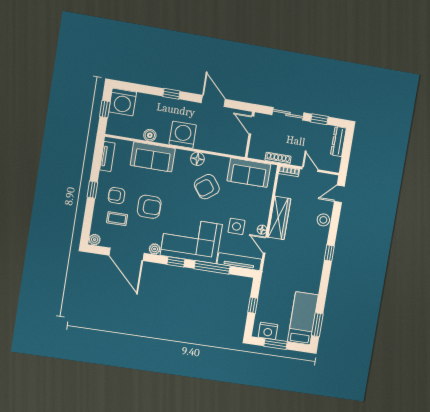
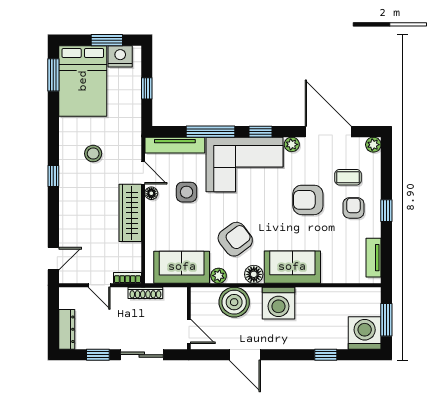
window: (171, 94) -> (326, 355), moved
window: (105, 109) -> (386, 320), width x1.50
boiler: (150, 135) -> (234, 302), moved, width x1.86, depth x1.86
sofa: (153, 157) -> (292, 267), moved
plant: (223, 162) -> (219, 276), added
armchair: (117, 196) -> (353, 208), turned -90
stool: (323, 220) -> (93, 154), moved
bed: (303, 318) -> (83, 81), width x1.50

